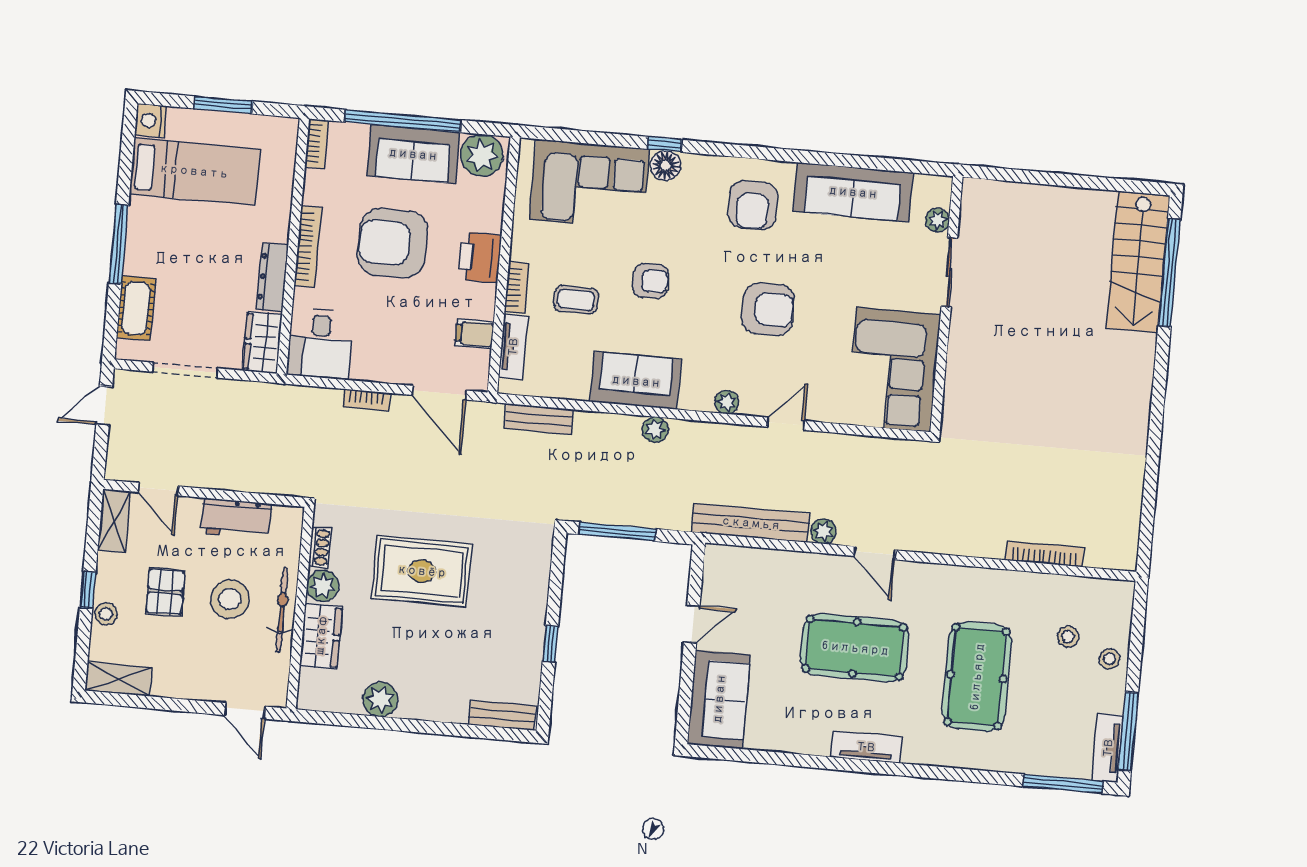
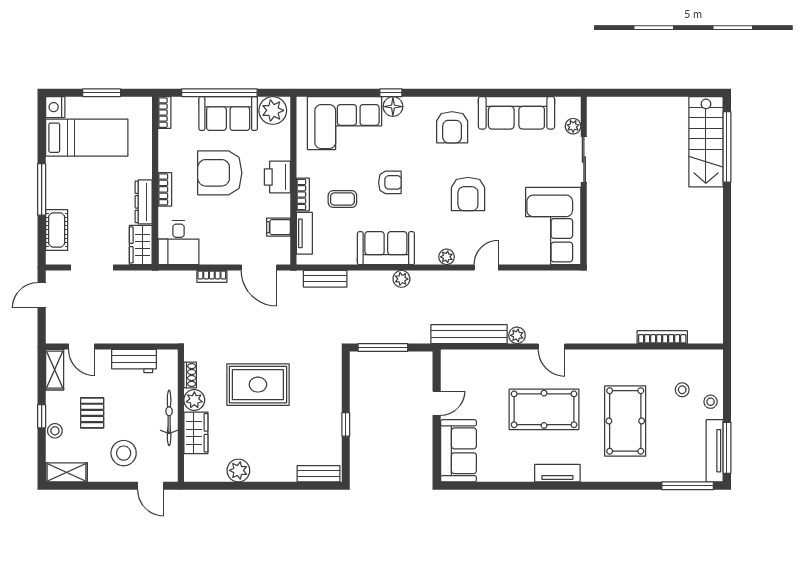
bookcase: (308, 246) -> (165, 189), width x0.64
armchair: (768, 309) -> (468, 194), turned 90
stool: (230, 599) -> (124, 453), moved
tv unit: (1108, 748) -> (715, 451), width x1.41

